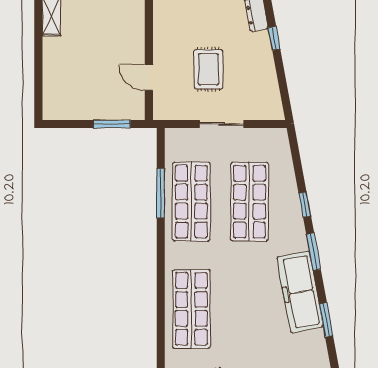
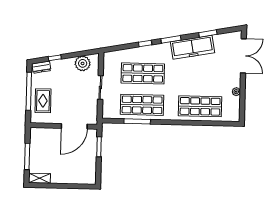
rug: (208, 69) -> (43, 101), moved, turned 90
door: (149, 78) -> (74, 126), width x1.87
plant: (265, 90) -> (83, 63), added

